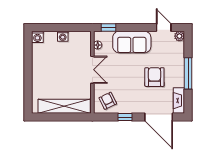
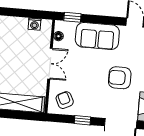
washing machine: (63, 36) -> (35, 24), moved
armchair: (154, 77) -> (120, 78), turned -90

